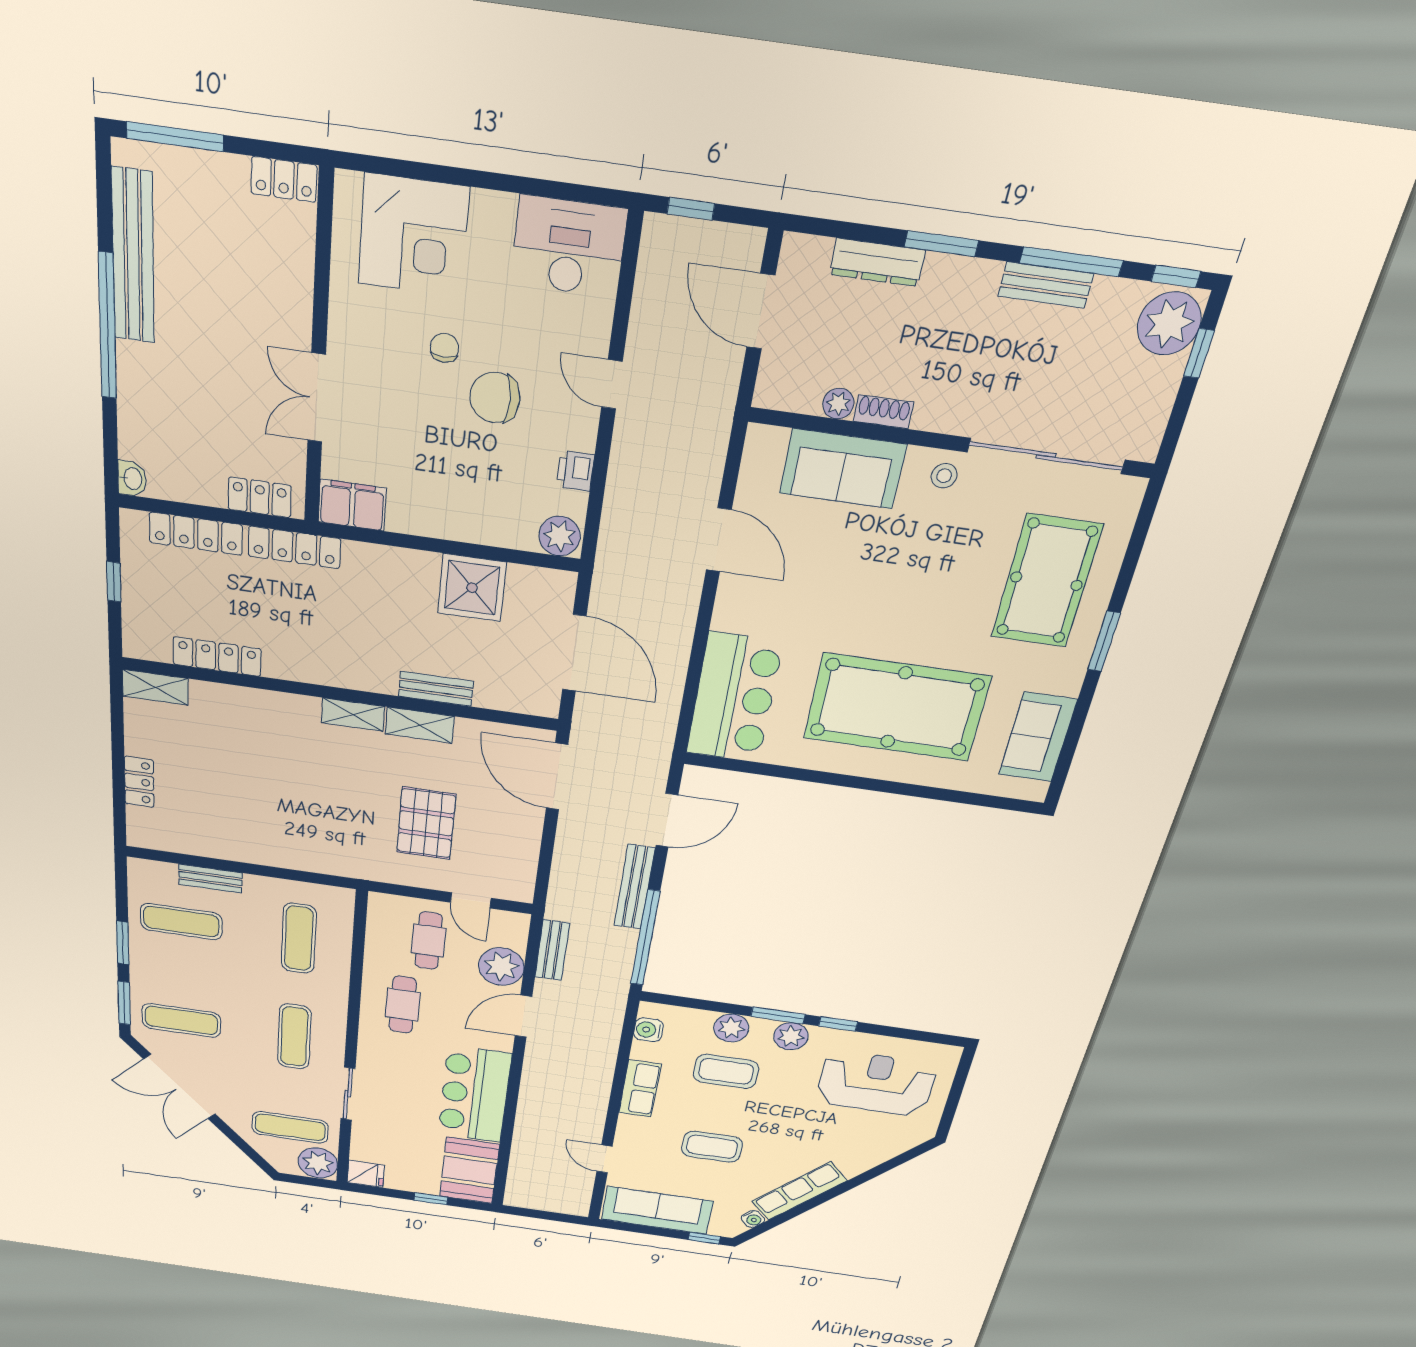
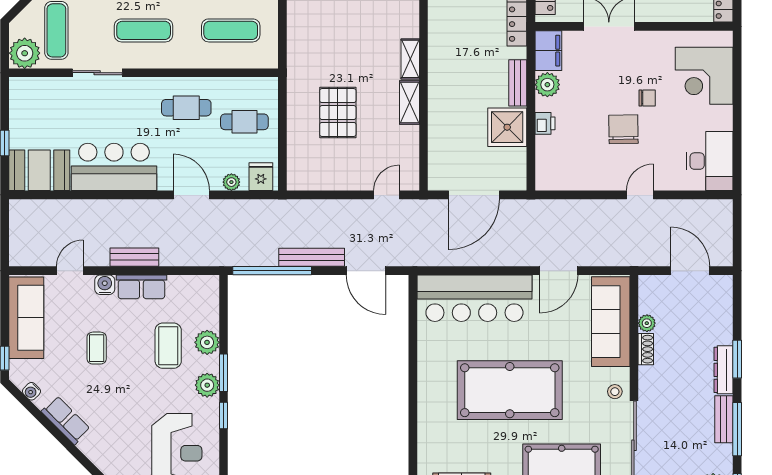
window: (691, 209) -> (737, 224), removed
dresser: (877, 262) -> (723, 370), moved
door: (761, 311) -> (690, 271), hinge flipped
sofa: (843, 469) -> (611, 322), width x1.36
printer: (575, 471) -> (545, 123), moved, turned 90
plant: (559, 536) -> (547, 85), moved
bench: (436, 689) -> (518, 83), moved
bar counter: (734, 698) -> (474, 298), width x1.36
pool table: (897, 707) -> (510, 390), moved, turned 90
door: (557, 777) -> (387, 195), width x0.53
pallet: (426, 823) -> (338, 113), turned 90
door: (471, 900) -> (282, 148), removed
bench: (552, 950) -> (134, 257), moved
plant: (501, 967) -> (231, 182), width x0.53, depth x0.53
water cooler: (648, 1030) -> (105, 285), moved
coffee table: (712, 1147) -> (97, 348), width x0.73, depth x0.77
fridge: (366, 1174) -> (261, 177), moved, turned 180
row of seats: (799, 1191) -> (66, 420), width x0.68

